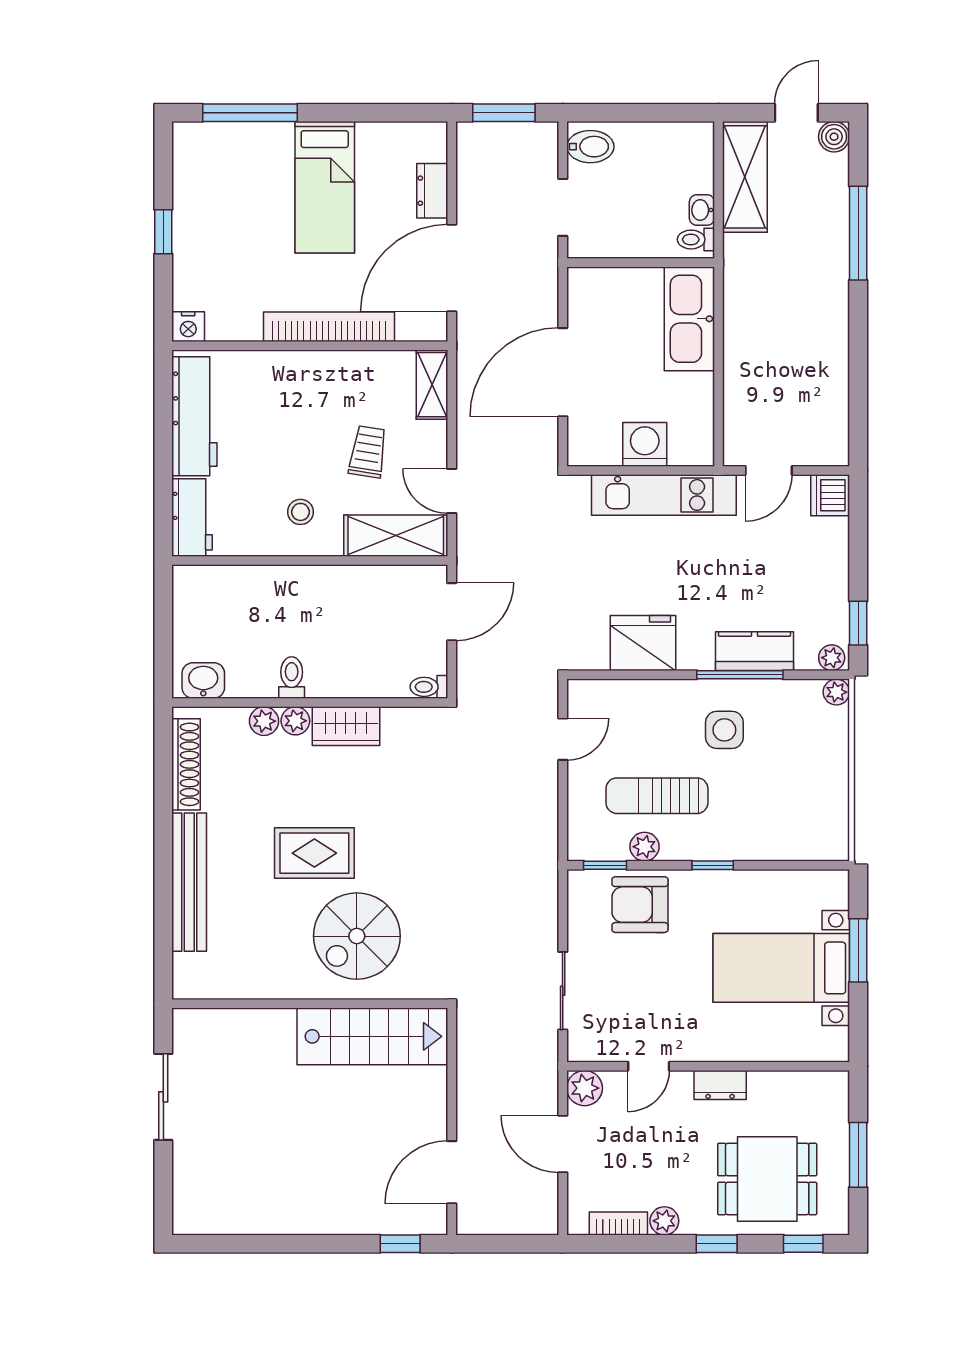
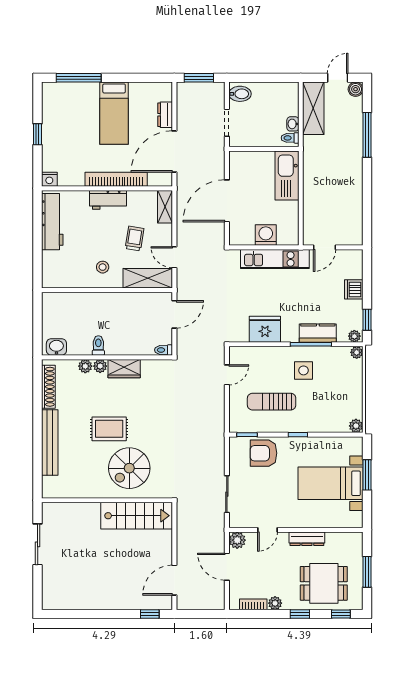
dishwasher: (830, 495) -> (354, 289), moved
workbench: (192, 518) -> (108, 200), moved, turned 90
plant: (645, 847) -> (356, 426), moved
dresser: (720, 1085) -> (307, 539), width x1.44

